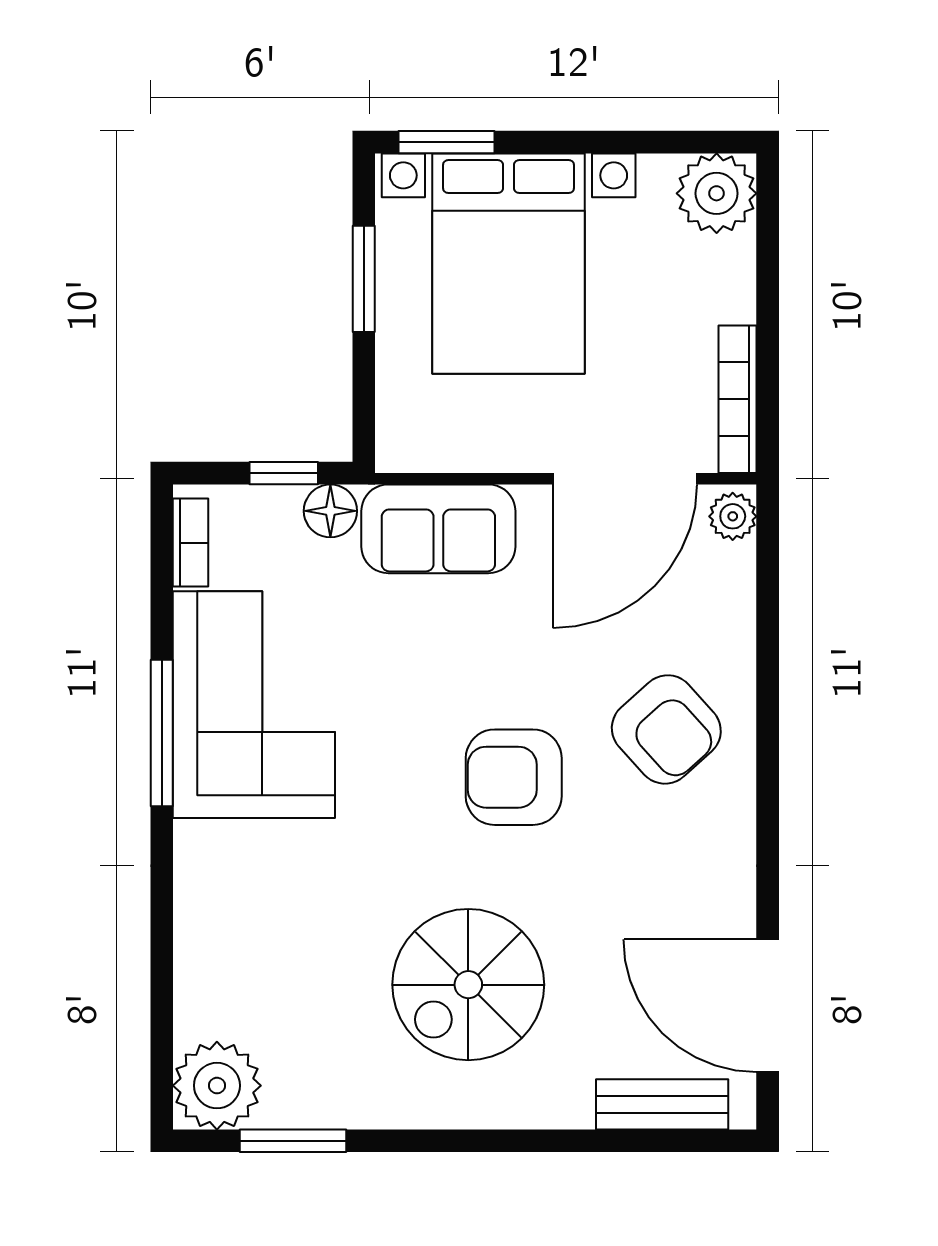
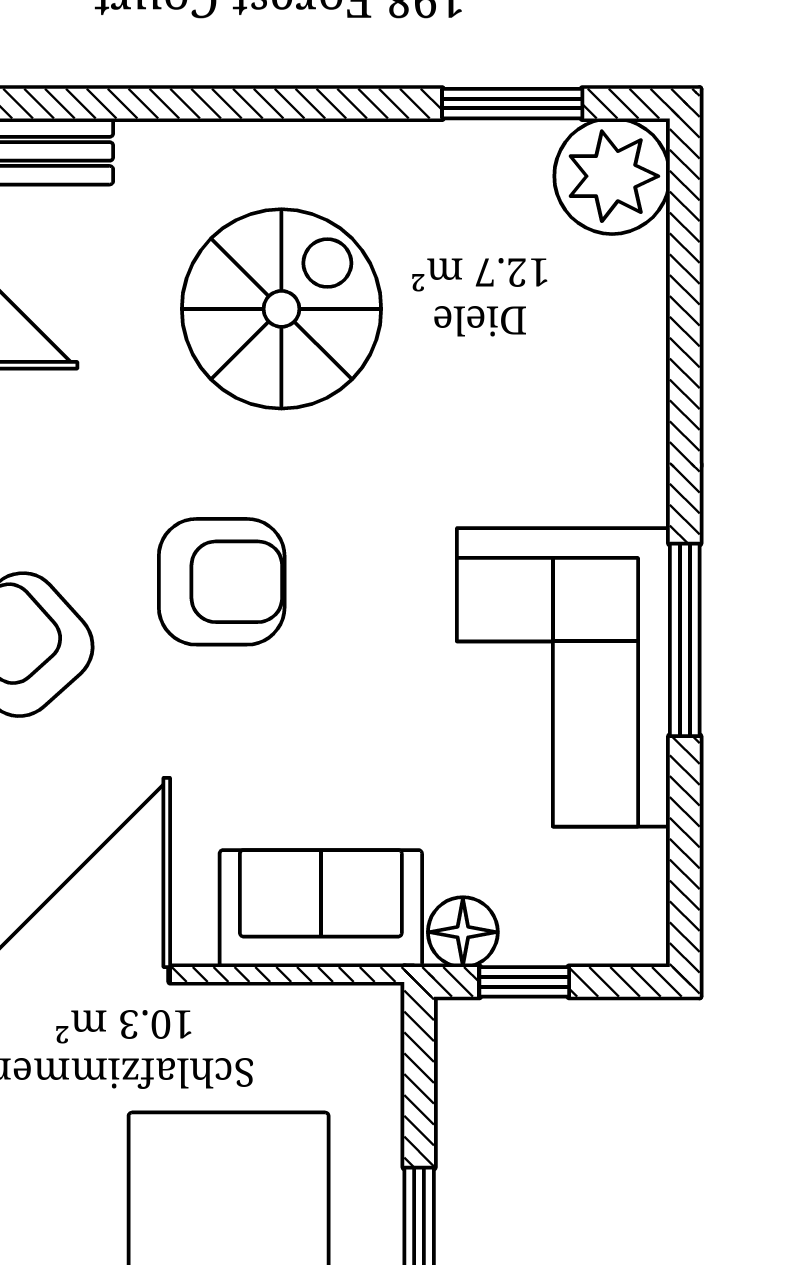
bookcase: (191, 543) -> (647, 890), removed

